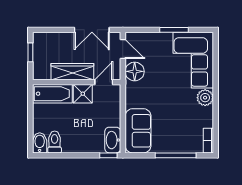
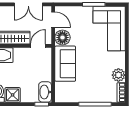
shower: (83, 94) -> (13, 95), moved
plant: (205, 98) -> (118, 75), moved
sofa: (138, 131) -> (65, 64), moved

